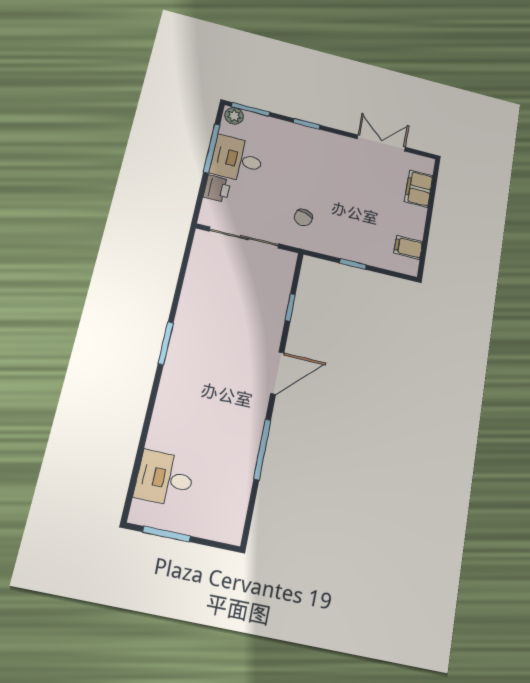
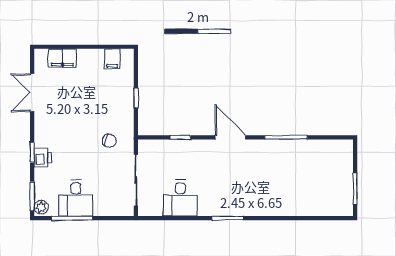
printer: (217, 189) -> (43, 157), moved, turned 90
desk: (165, 478) -> (180, 198), moved

